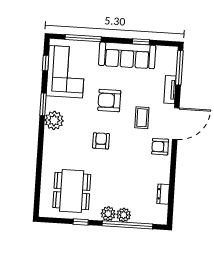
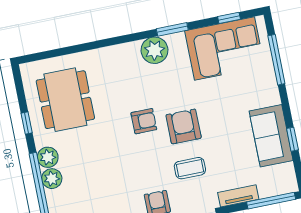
sofa: (127, 55) -> (271, 136), width x0.73
armchair: (109, 100) -> (184, 126), moved
dining table: (72, 191) -> (65, 100), turned 90

